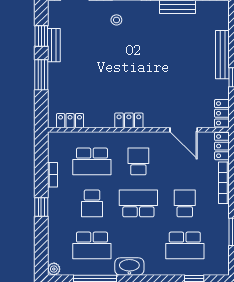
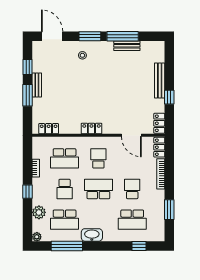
bench: (54, 45) -> (37, 85), moved
plant: (57, 236) -> (39, 212), added

